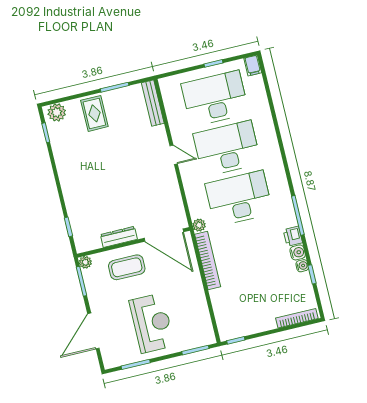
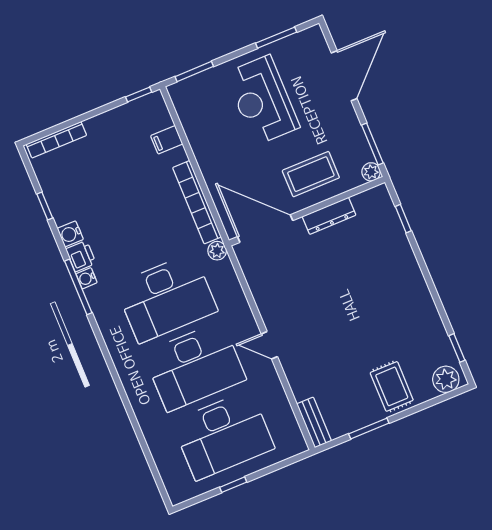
filing cabinet: (253, 65) -> (167, 140), moved, turned -90
bench: (153, 103) -> (314, 422), width x0.73
water cooler: (302, 266) -> (87, 278), moved

